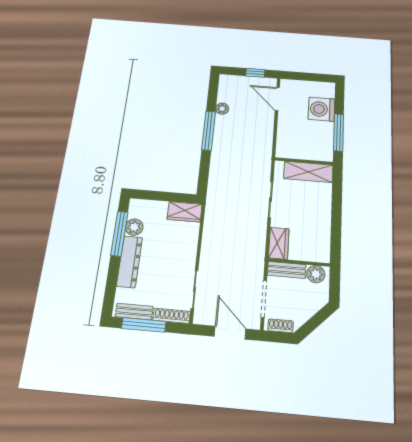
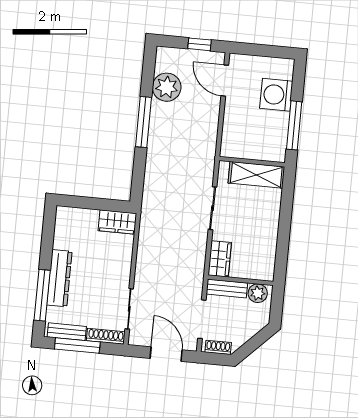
plant: (222, 109) -> (167, 87), width x1.88, depth x1.88
plant: (134, 227) -> (63, 239), removed
window: (119, 234) -> (42, 295), moved

